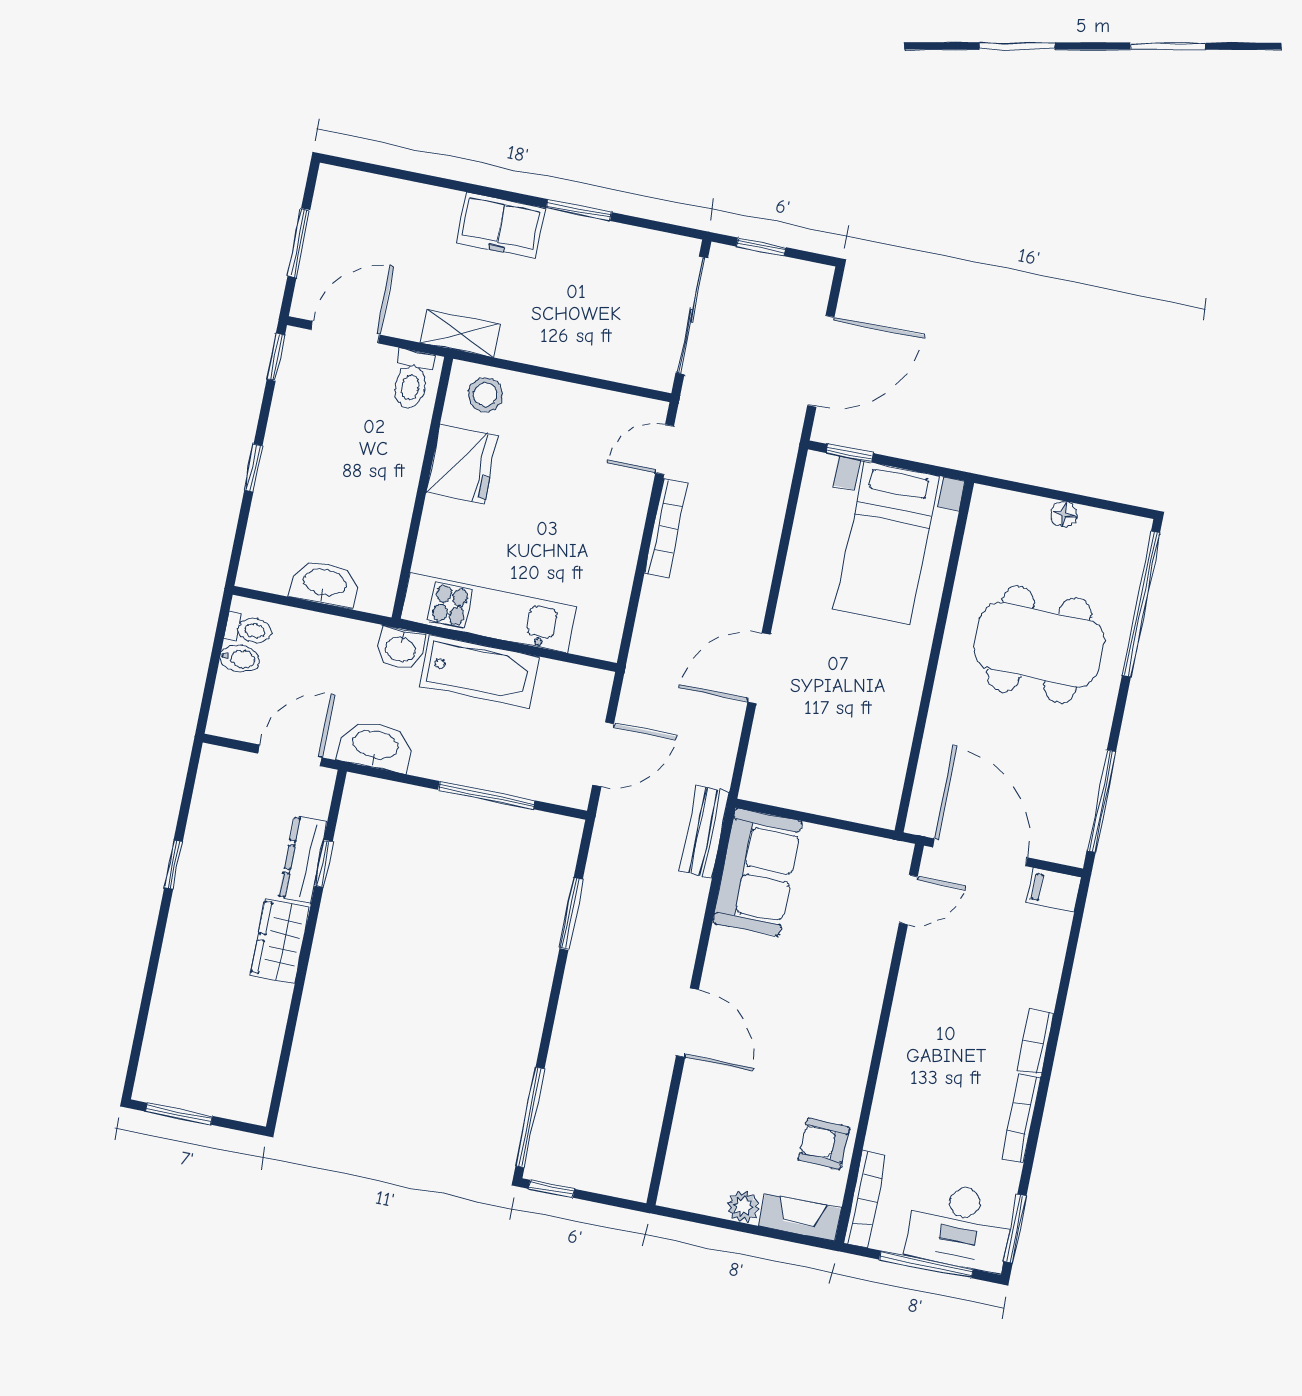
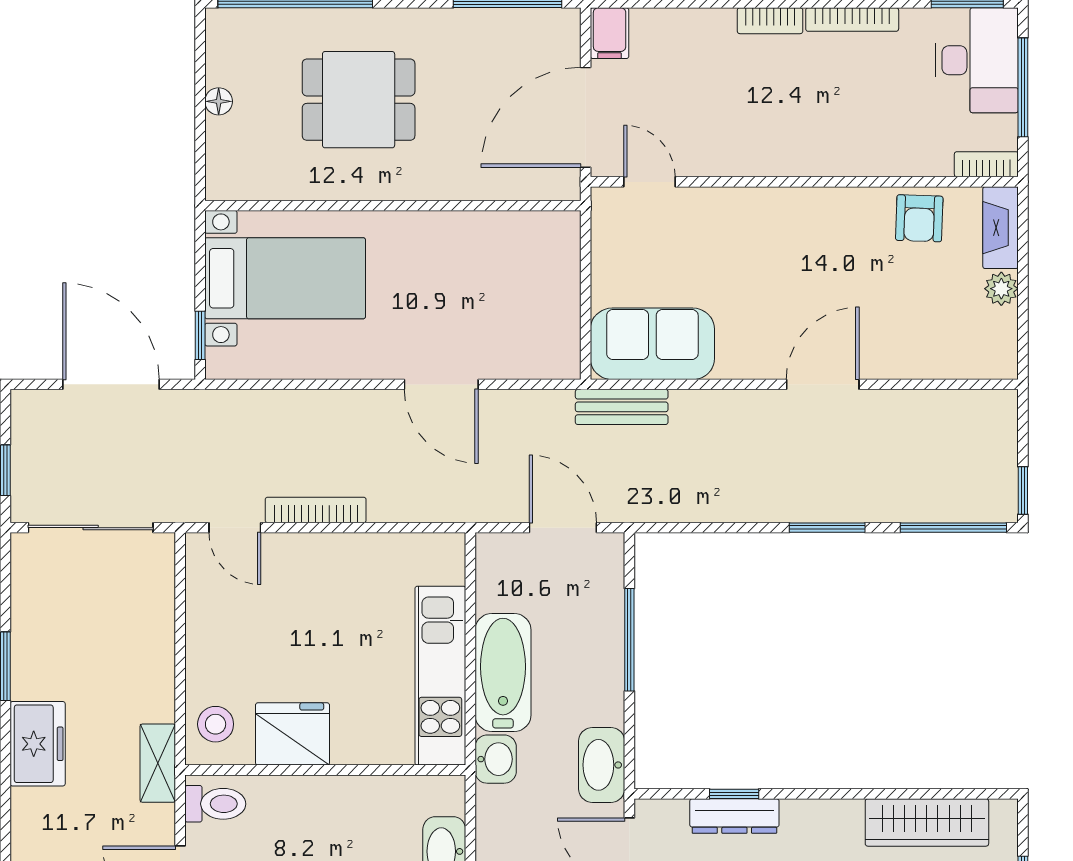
dining table: (1039, 645) -> (359, 100), width x0.73
window: (571, 914) -> (827, 528), moved
wardrobe: (280, 941) -> (927, 822), moved, width x1.50
bookcase: (865, 1199) -> (986, 164), width x0.64

